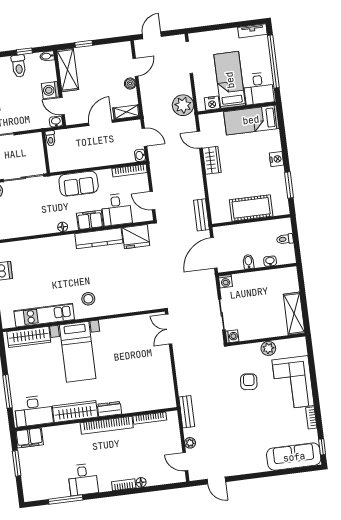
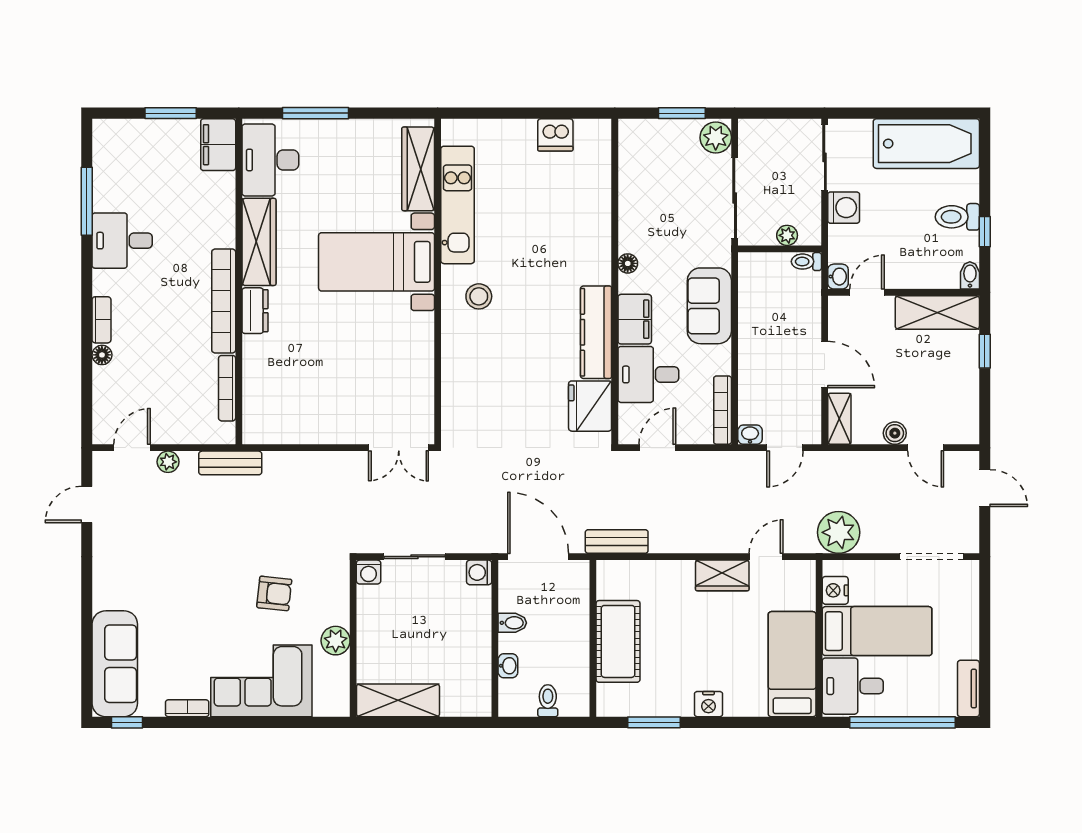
washing machine: (50, 90) -> (844, 208), moved, turned 90
plant: (39, 149) -> (787, 235), added
double door: (169, 329) -> (399, 448), swing flipped

